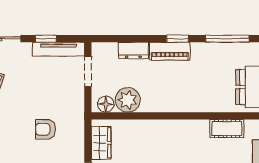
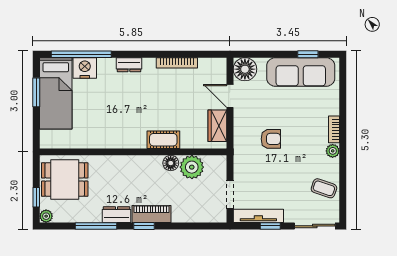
dresser: (133, 50) -> (117, 215), moved
floor lamp: (106, 104) -> (171, 163), moved
cot: (227, 128) -> (163, 140), moved

